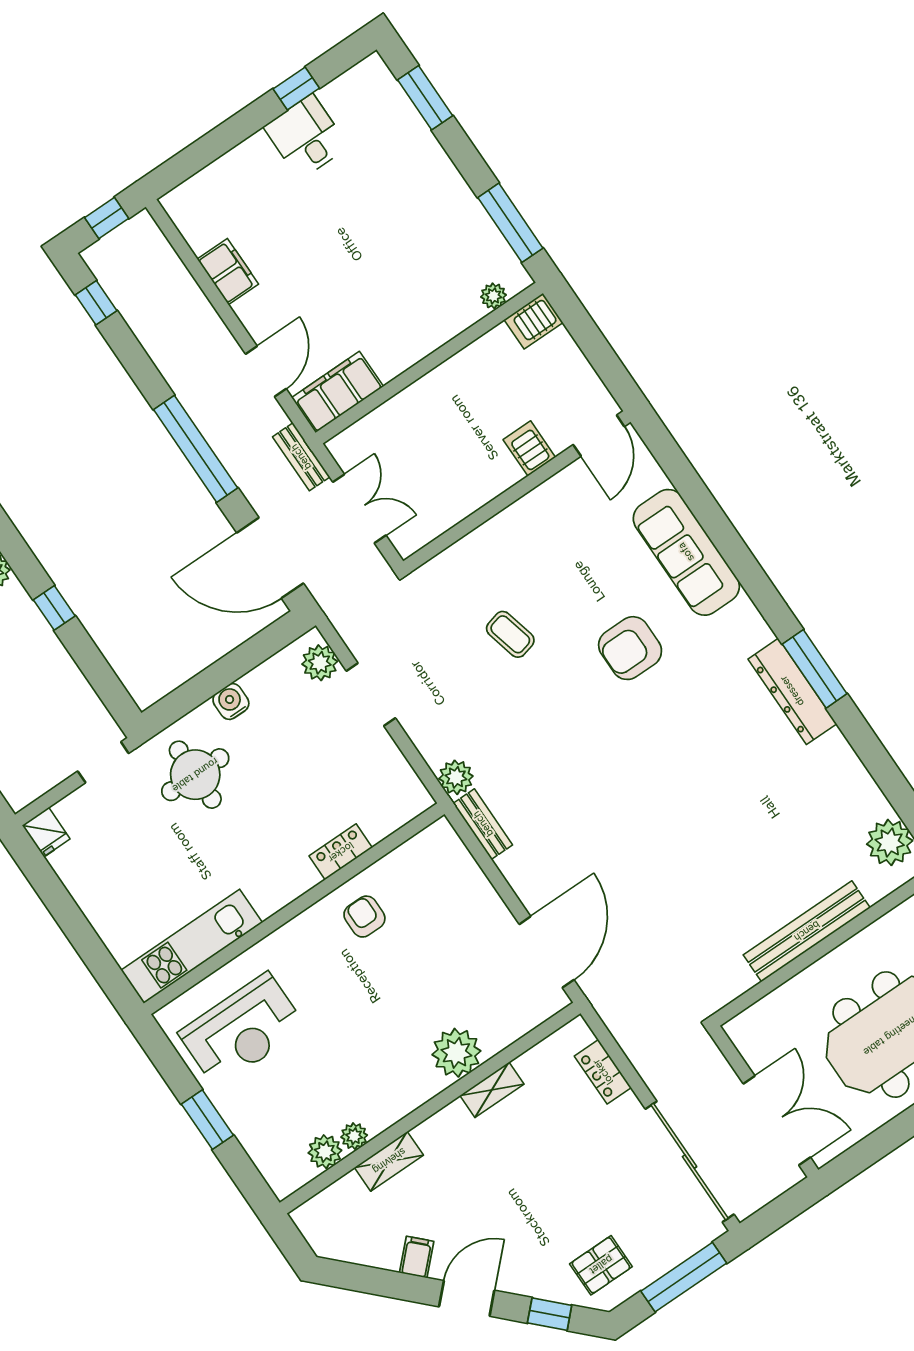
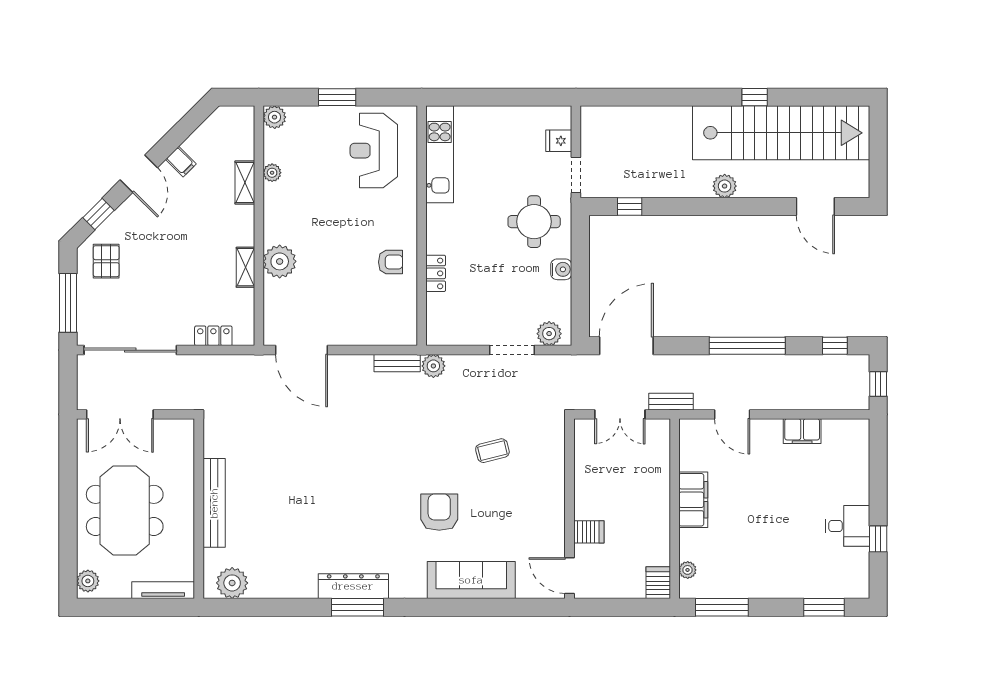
filing cabinet: (337, 392) -> (693, 500), moved
window: (196, 449) -> (747, 346), moved
window: (54, 608) -> (630, 206), moved
fridge: (46, 832) -> (559, 141), moved
plant: (325, 1152) -> (275, 117), moved

